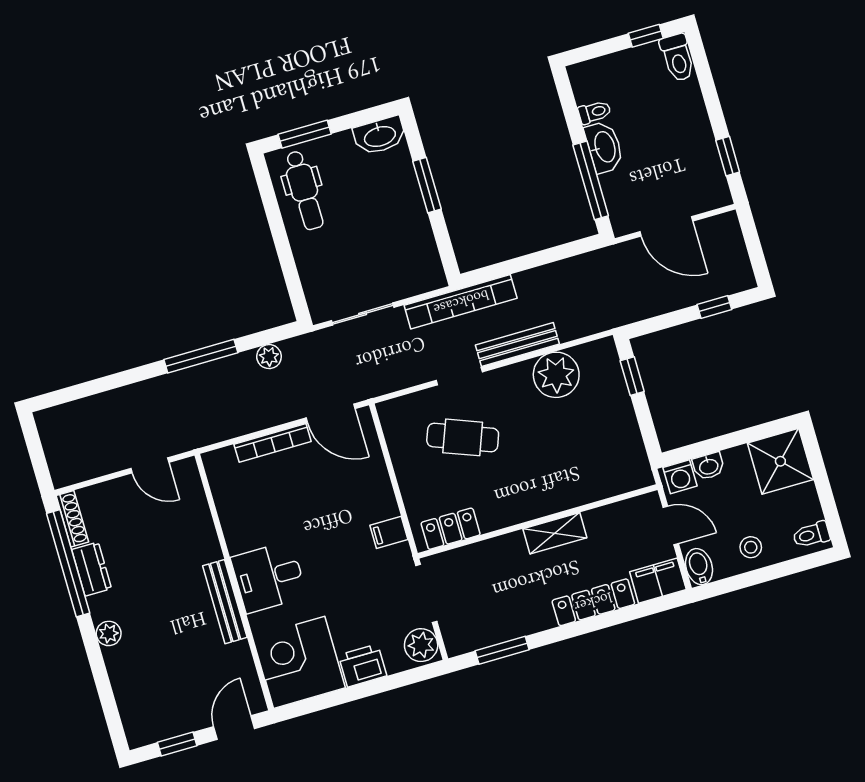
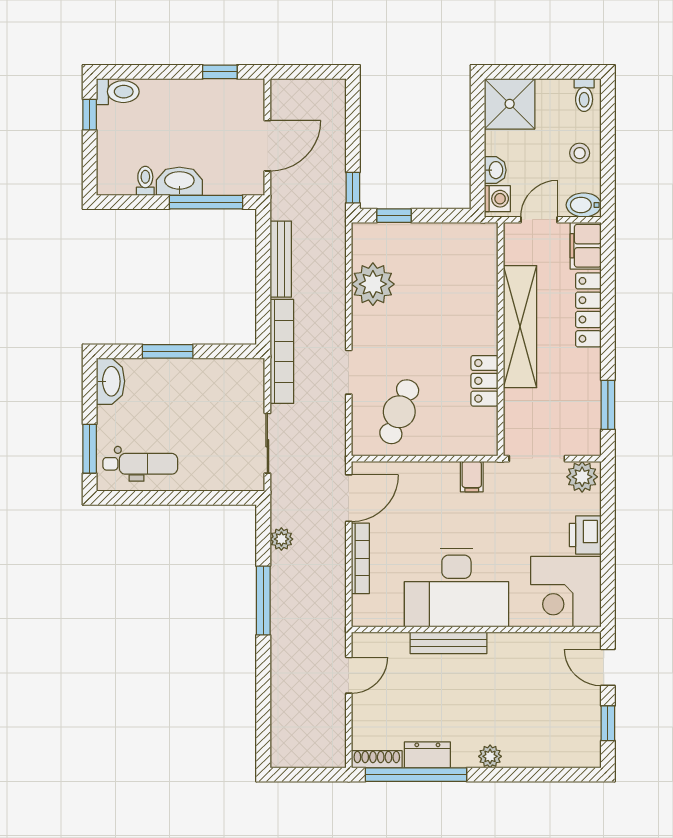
window: (714, 307) -> (353, 188), moved
bench: (517, 345) -> (281, 259), moved
cafe table: (463, 437) -> (399, 412), moved
locker: (451, 529) -> (484, 381), moved
shelving: (555, 533) -> (520, 327), width x2.20, depth x1.33
desk: (269, 577) -> (456, 588), width x1.87, depth x1.30
bench: (225, 602) -> (448, 643), moved

